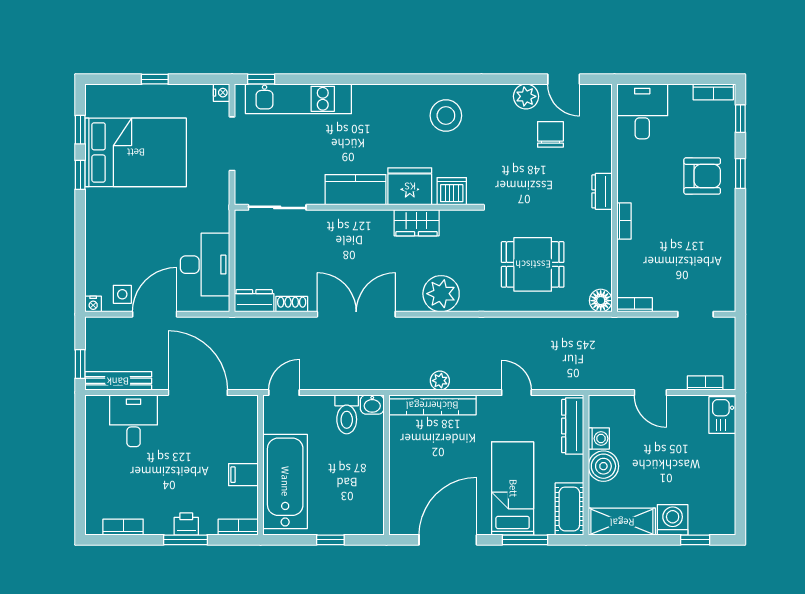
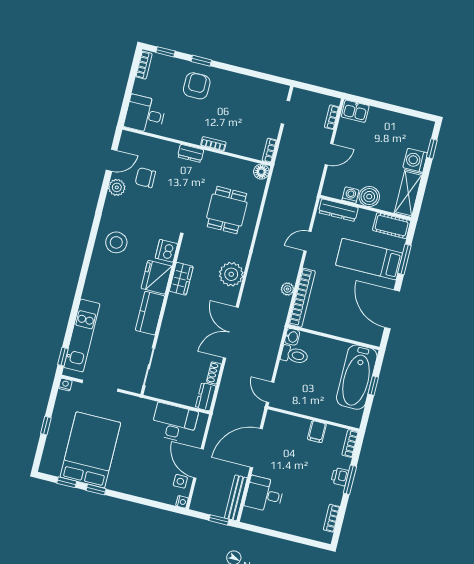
bathtub: (285, 481) -> (357, 377), moved, turned -90

